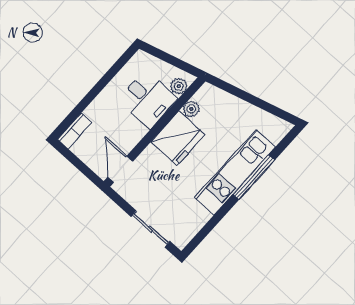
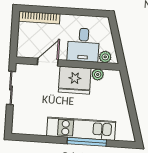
bookcase: (75, 131) -> (39, 18), width x1.56
door: (120, 169) -> (48, 62), moved
sliding door: (151, 229) -> (11, 88), moved

